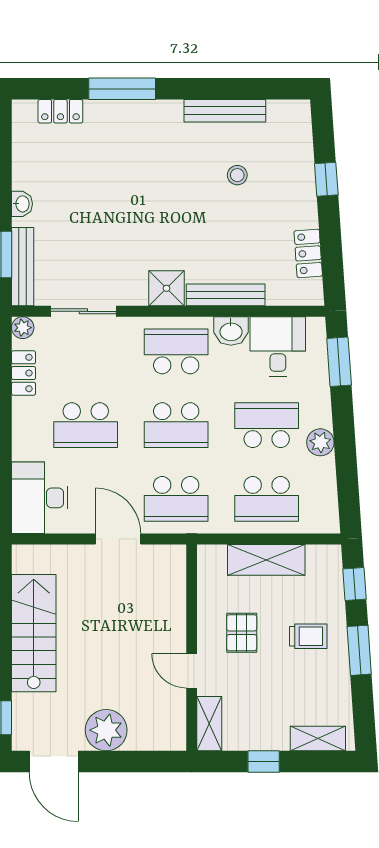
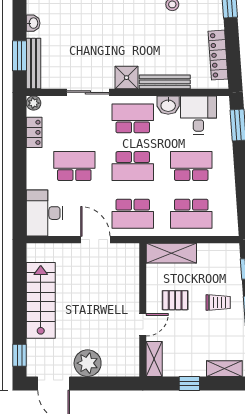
locker: (308, 253) -> (218, 55), width x1.53
sliding door: (83, 311) -> (88, 92), moved
school desk: (86, 425) -> (74, 166), turned 180
plant: (320, 442) -> (226, 177), removed
shelving: (266, 560) -> (171, 253), moved
pallet: (242, 633) -> (175, 300), turned 90
door: (192, 671) -> (143, 325), swing flipped

